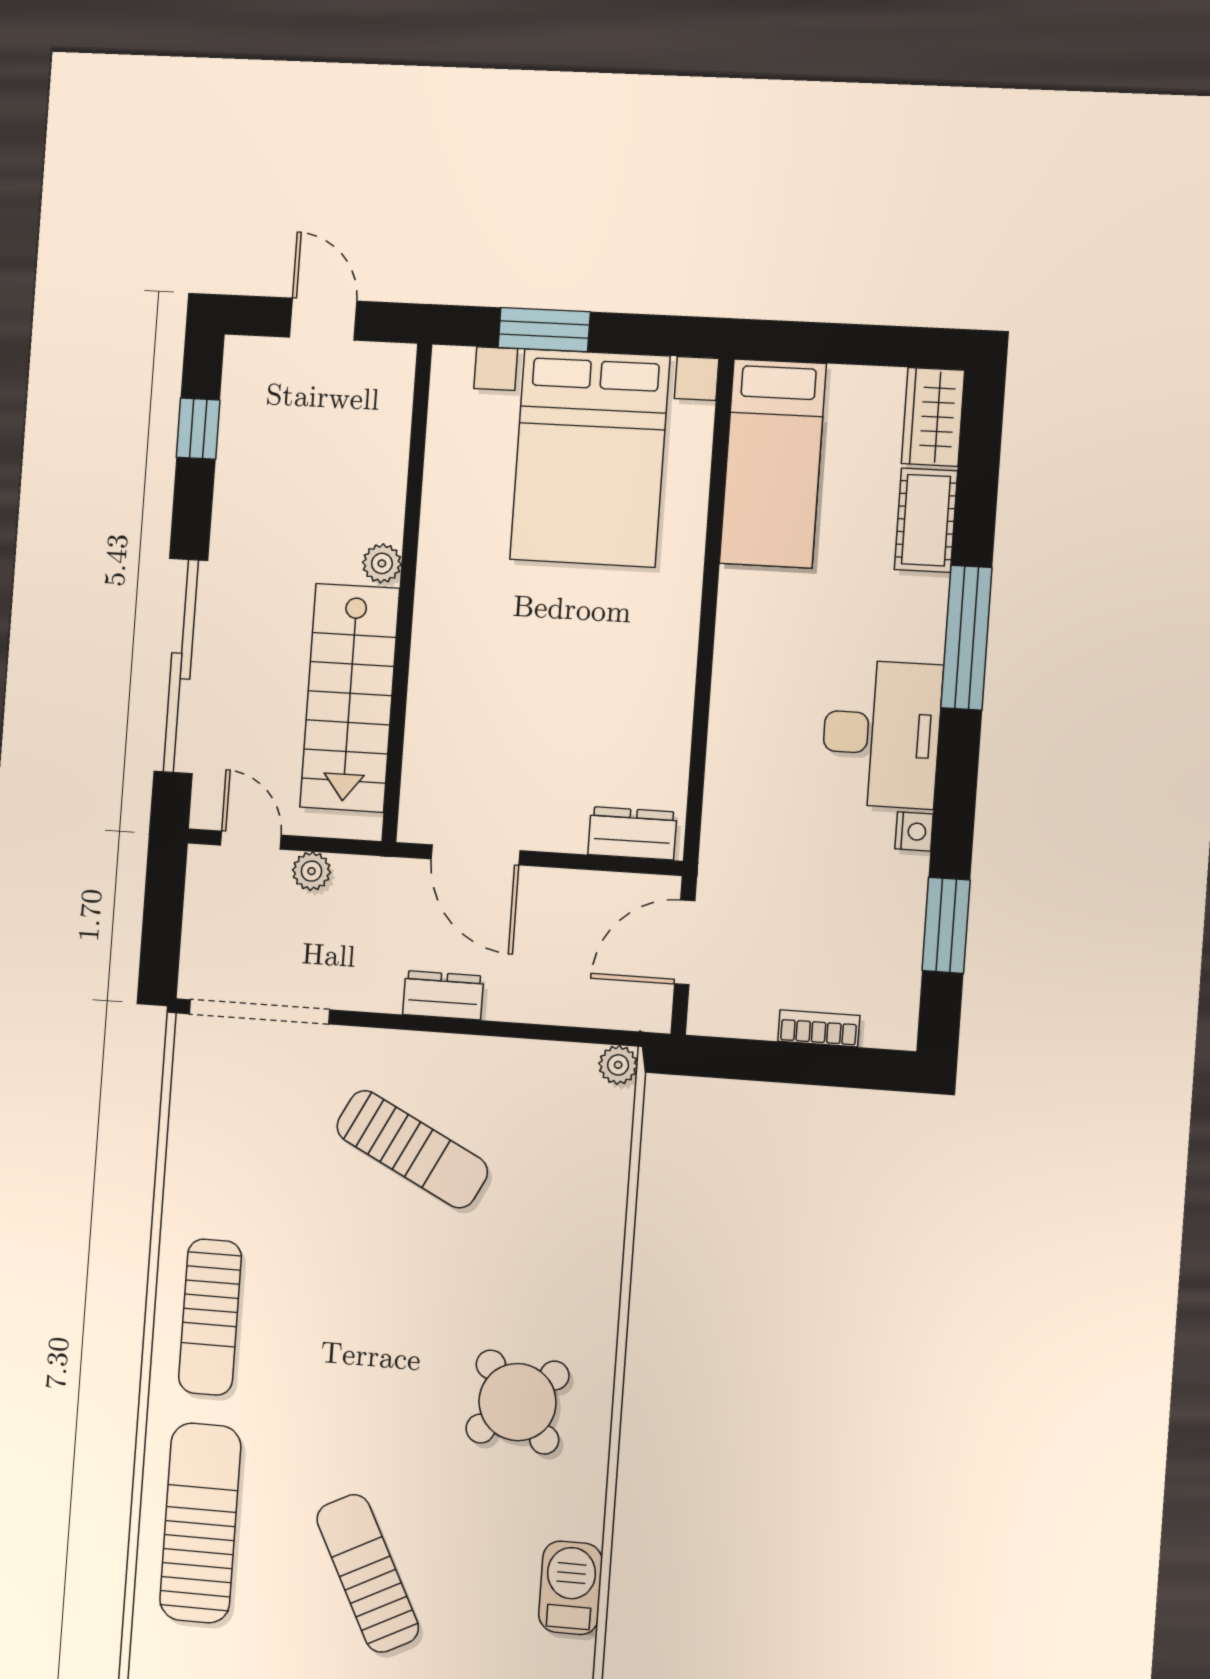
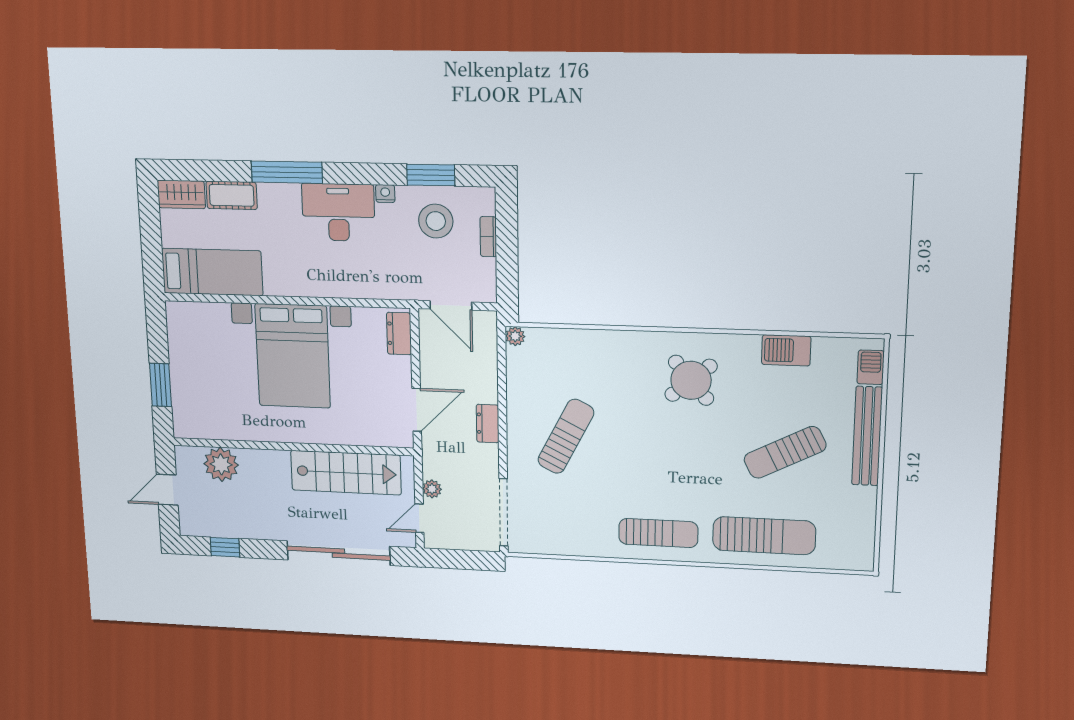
bed with nightstands: (590, 458) -> (293, 356), moved, turned 90
plant: (382, 563) -> (221, 464), moved, width x1.88, depth x1.88
stool: (855, 927) -> (436, 221), added
sun lounger: (200, 1523) -> (764, 536), turned 180

